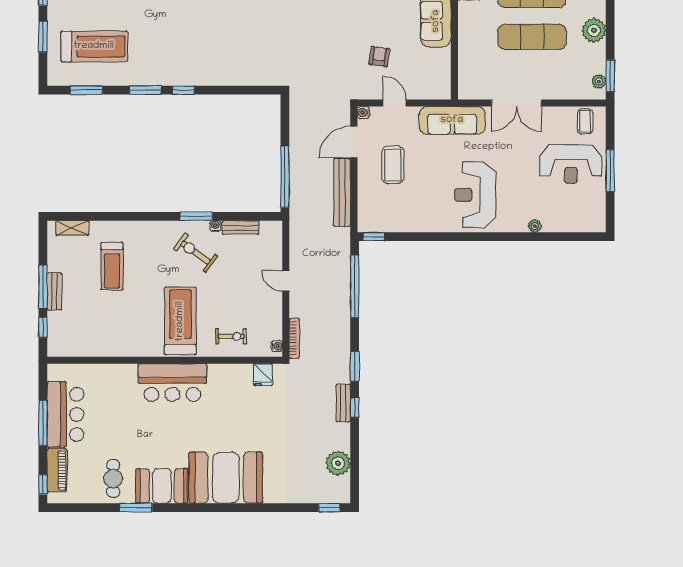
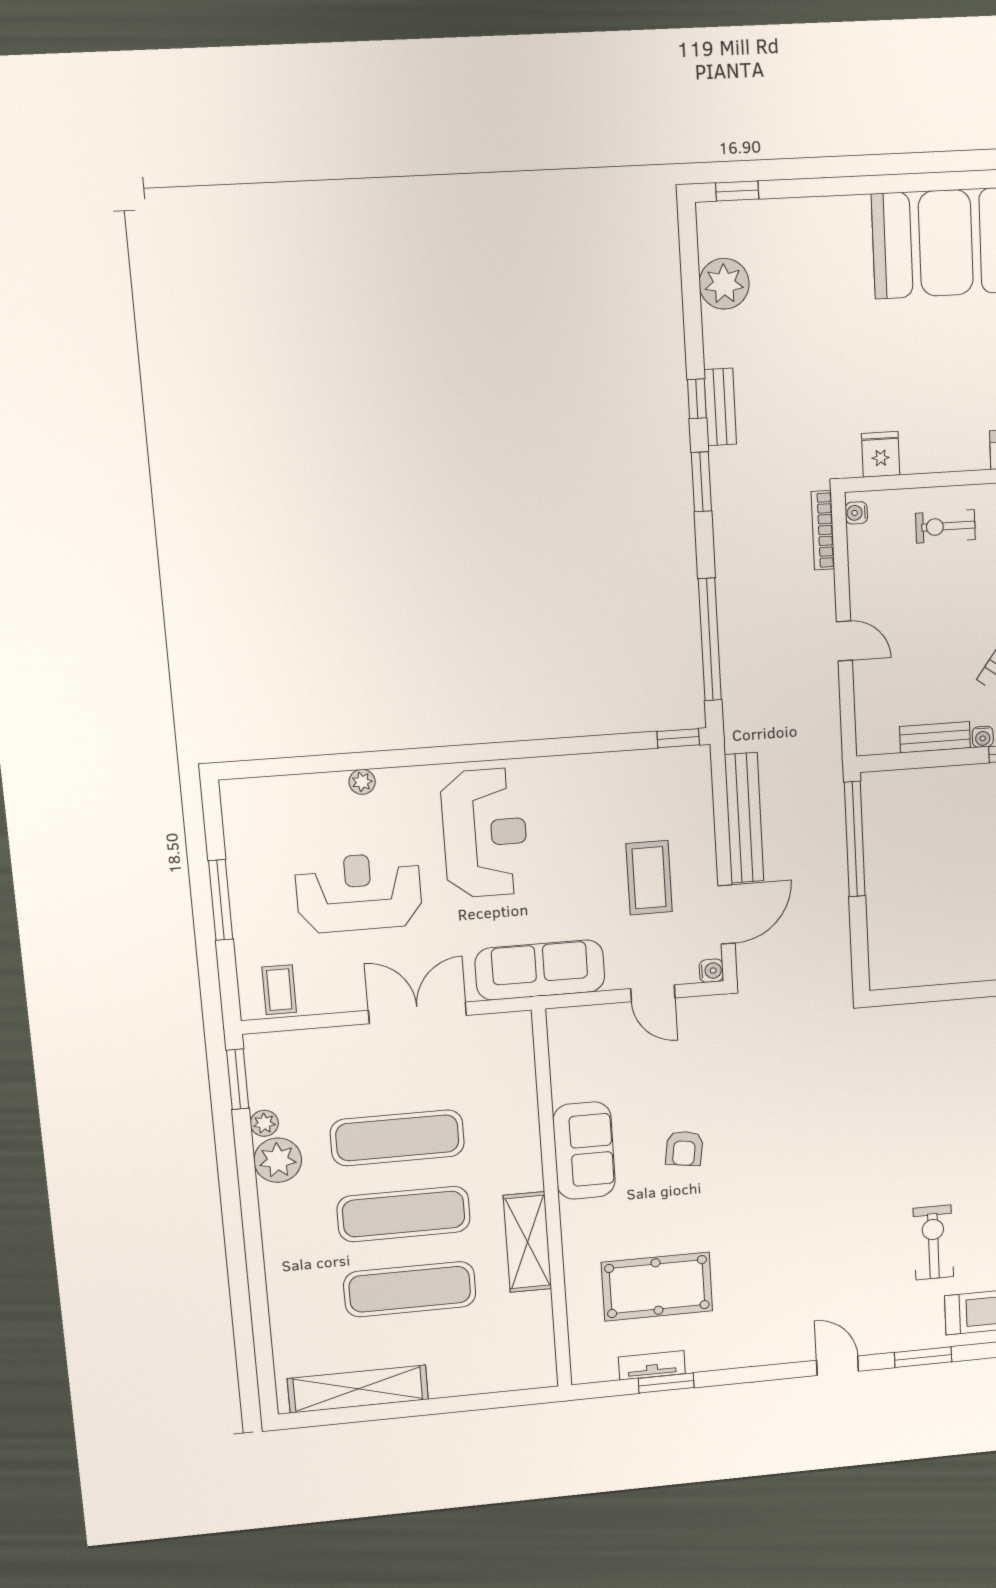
armchair: (379, 56) -> (684, 1148), moved
plant: (599, 82) -> (264, 1123), moved
reception desk: (571, 164) -> (359, 892), moved

